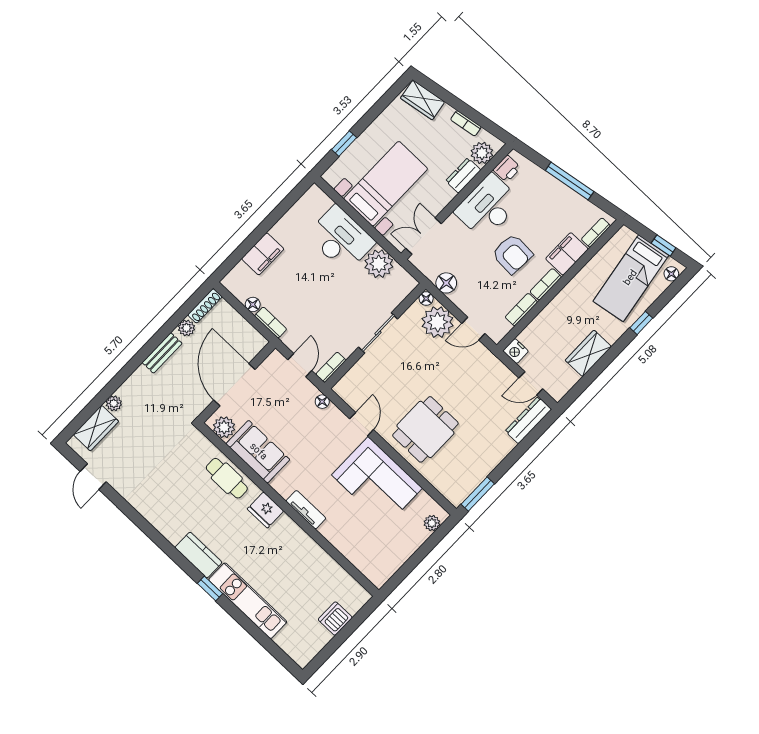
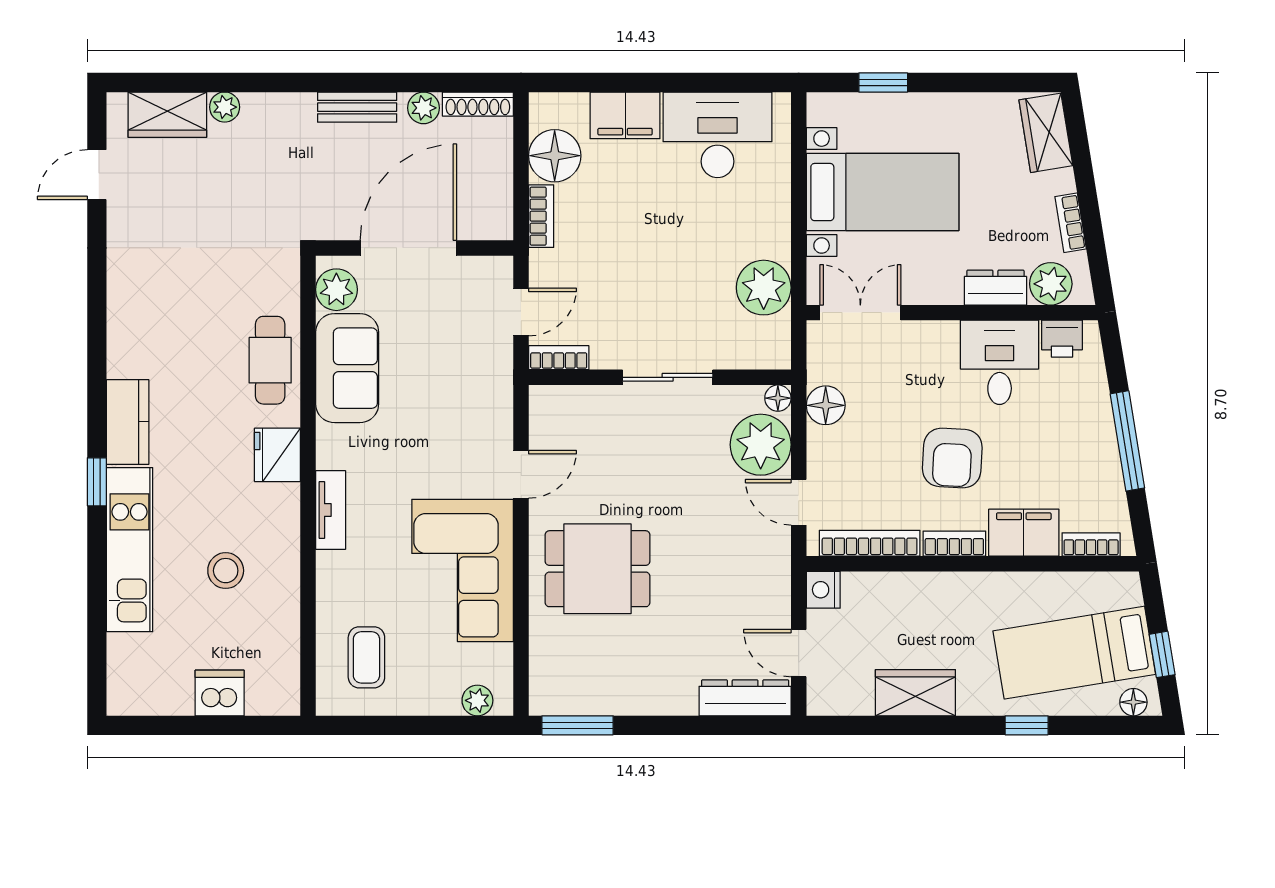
desk: (488, 207) -> (1000, 362), width x0.73
desk: (341, 239) -> (718, 135), moved, turned -90
floor lamp: (253, 304) -> (555, 156), width x1.89, depth x1.89
bookcase: (521, 310) -> (870, 543), width x1.56
floor lamp: (322, 402) -> (500, 391), removed
coffee table: (375, 550) -> (366, 657), added
stool: (291, 572) -> (226, 571), added

